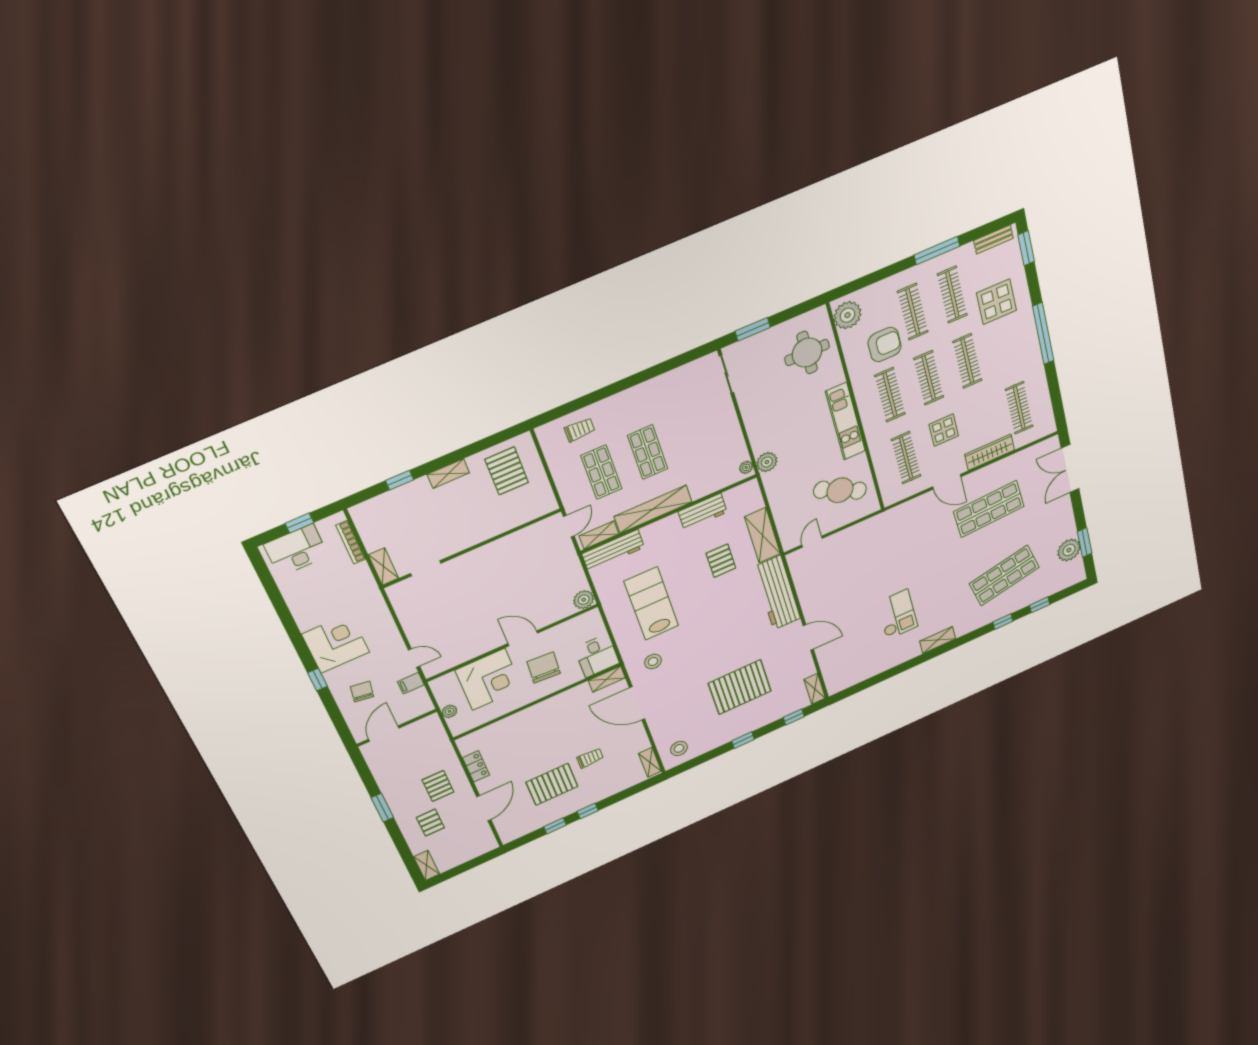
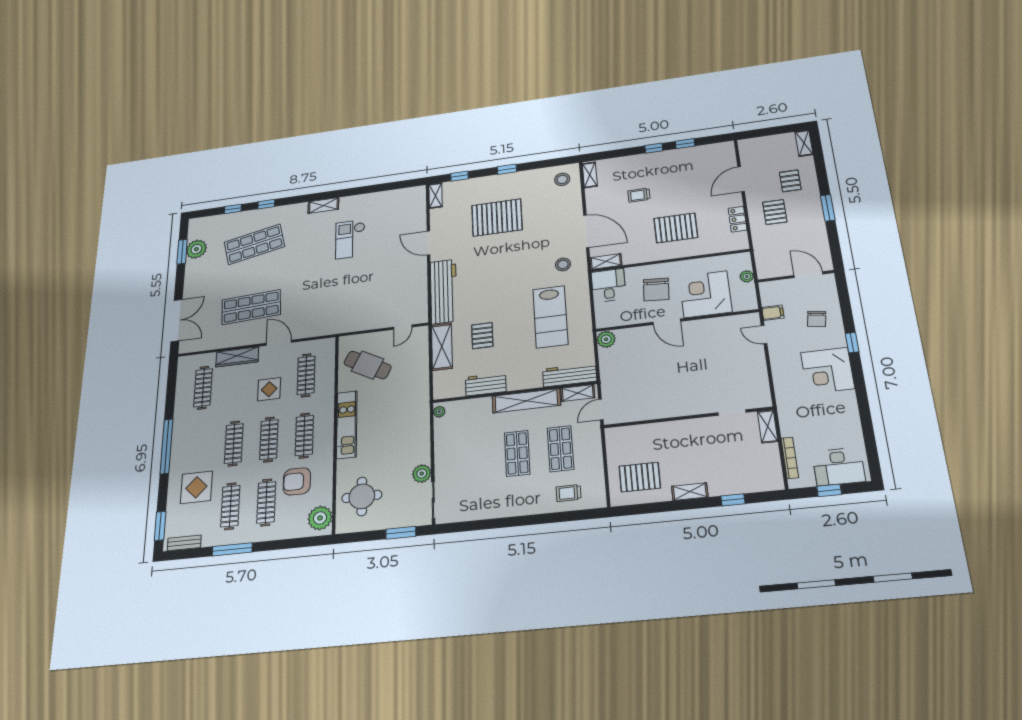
plant: (767, 462) -> (422, 474), moved
pallet: (507, 471) -> (640, 477), turned 90
door: (384, 734) -> (808, 275), swing flipped
pallet: (552, 784) -> (676, 228), moved

